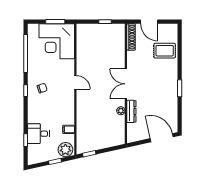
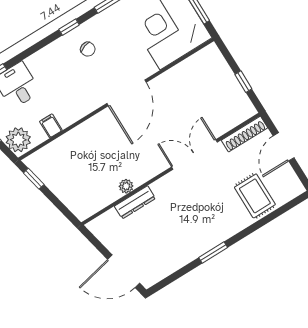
door: (75, 82) -> (127, 93), width x1.88
double door: (126, 84) -> (194, 154), moved
door: (162, 138) -> (124, 271), swing flipped

